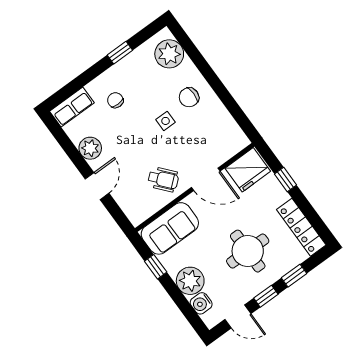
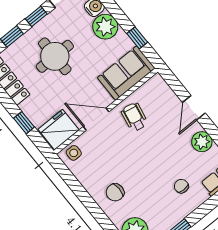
chair: (189, 97) -> (115, 192), turned 180
chair: (115, 100) -> (181, 186), turned 180
side table: (166, 121) -> (74, 153), moved
wheelchair: (163, 179) -> (134, 117), turned 52

